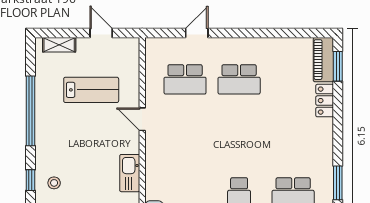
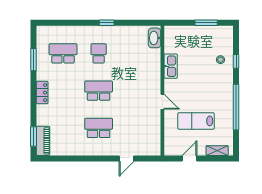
door: (101, 33) -> (189, 158), swing flipped
school desk: (185, 79) -> (99, 91), moved
locker: (325, 101) -> (42, 93), moved

